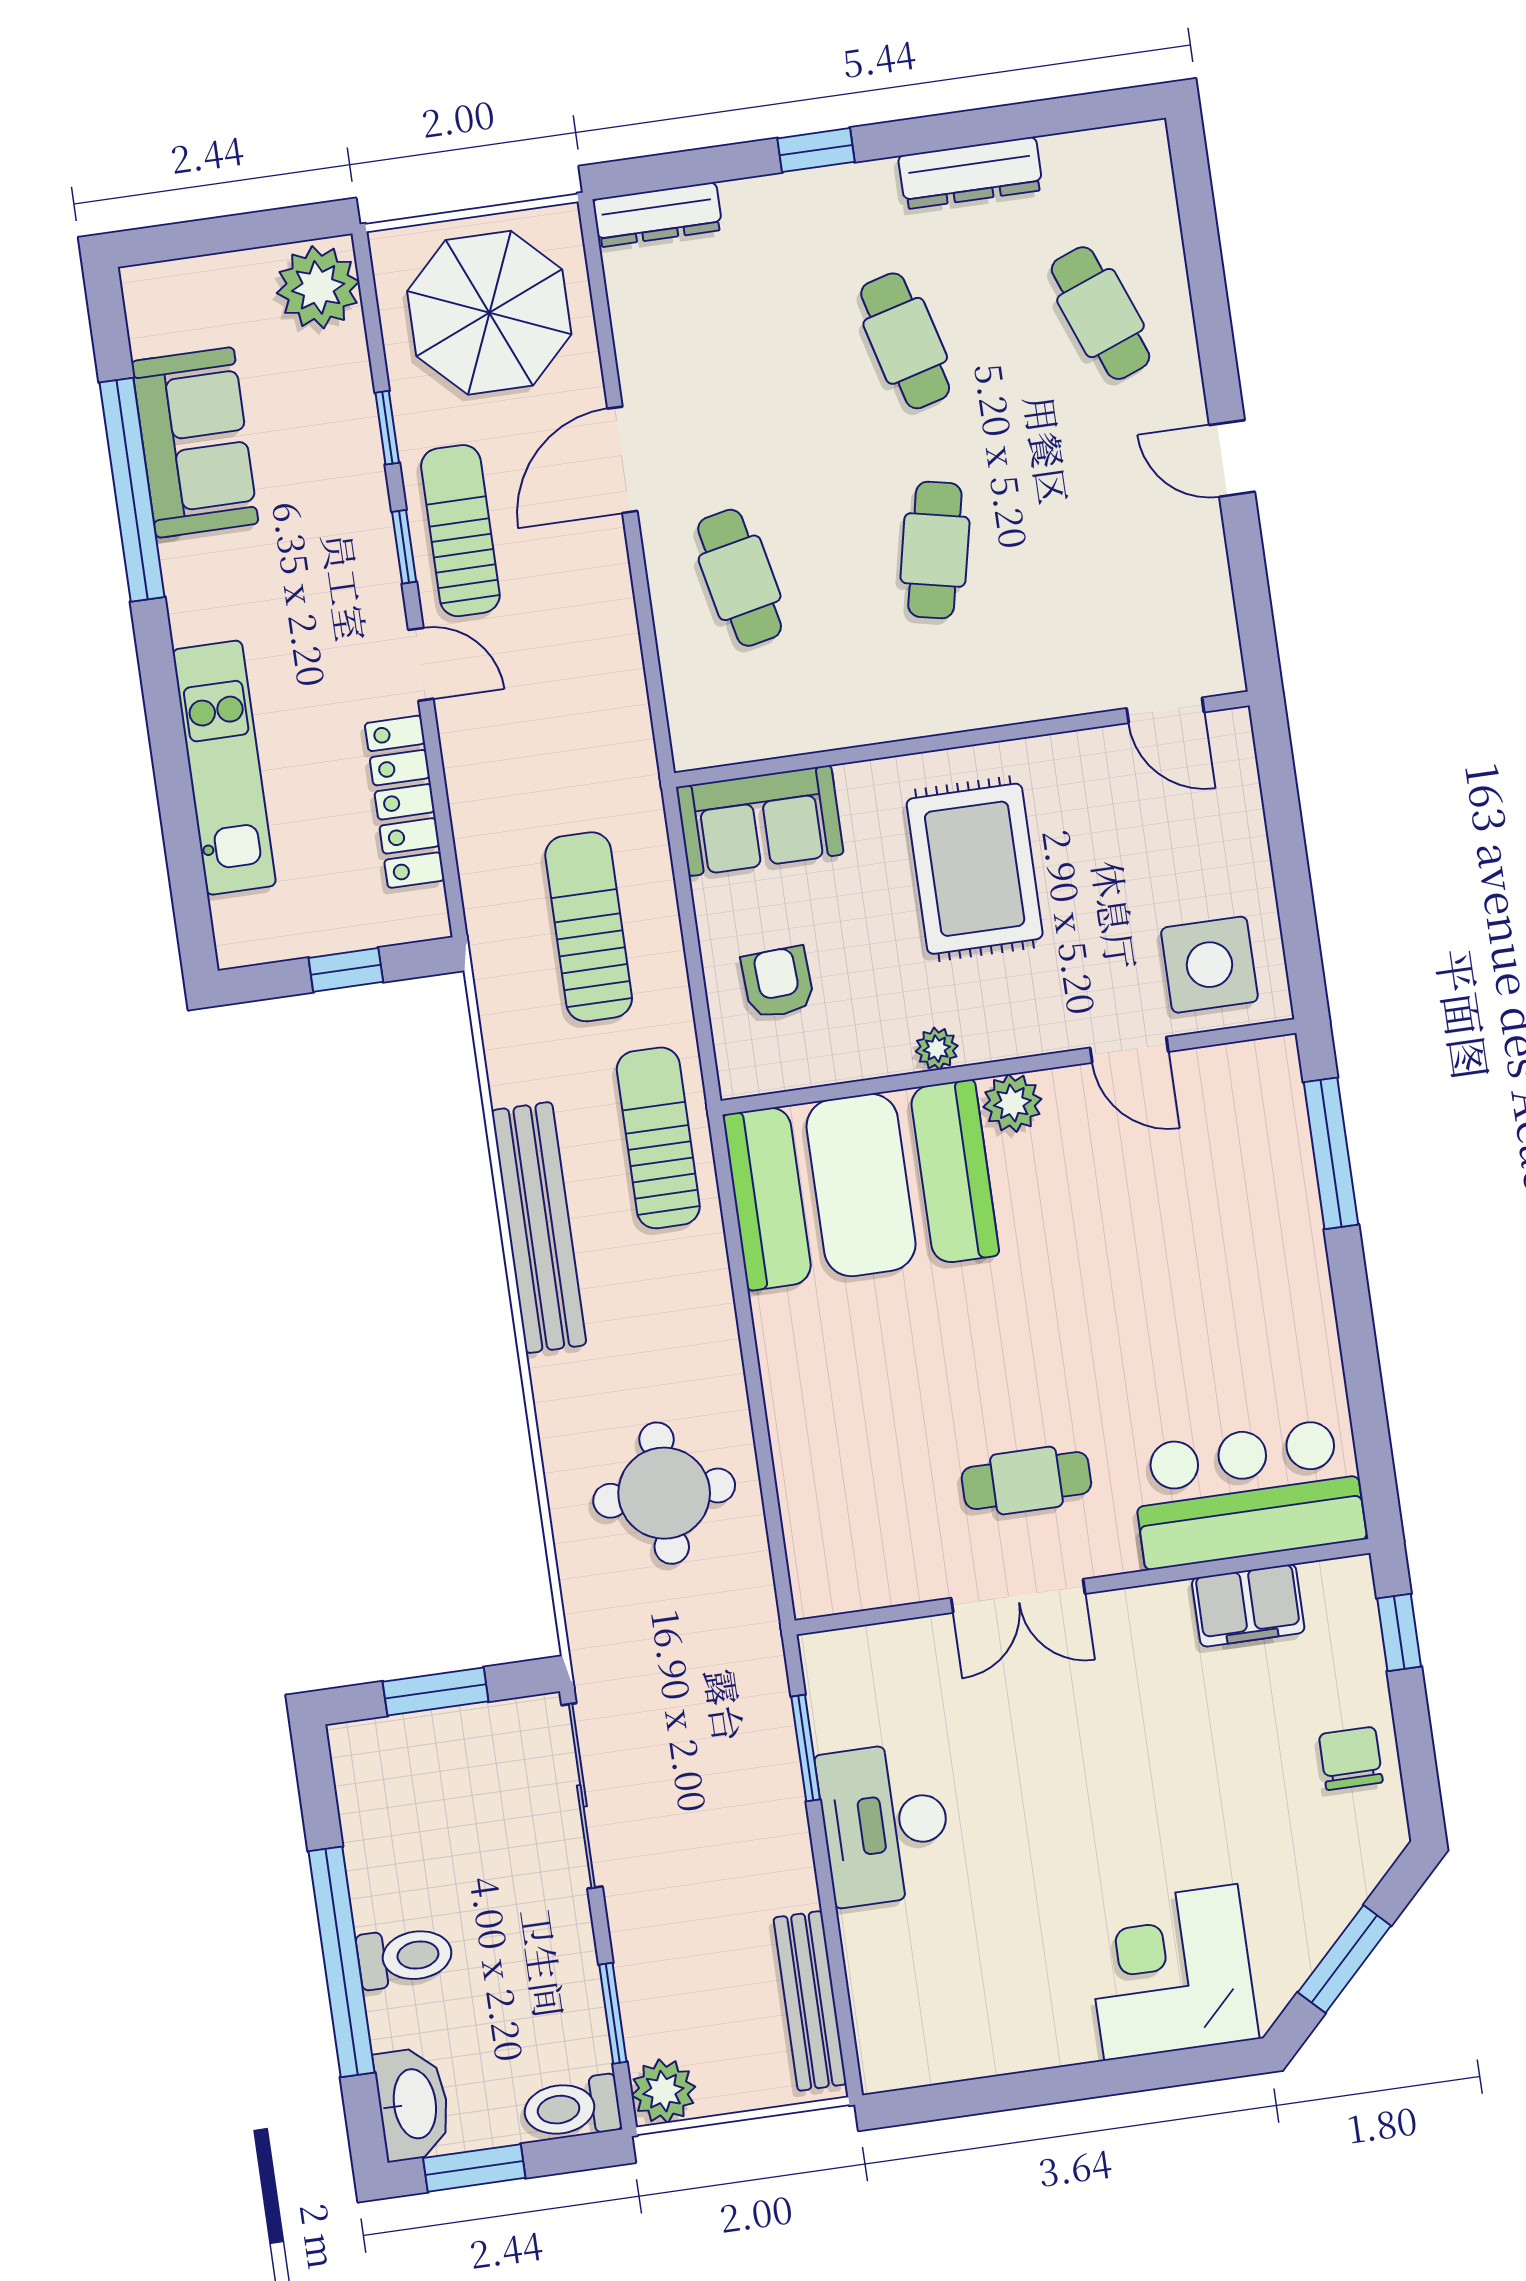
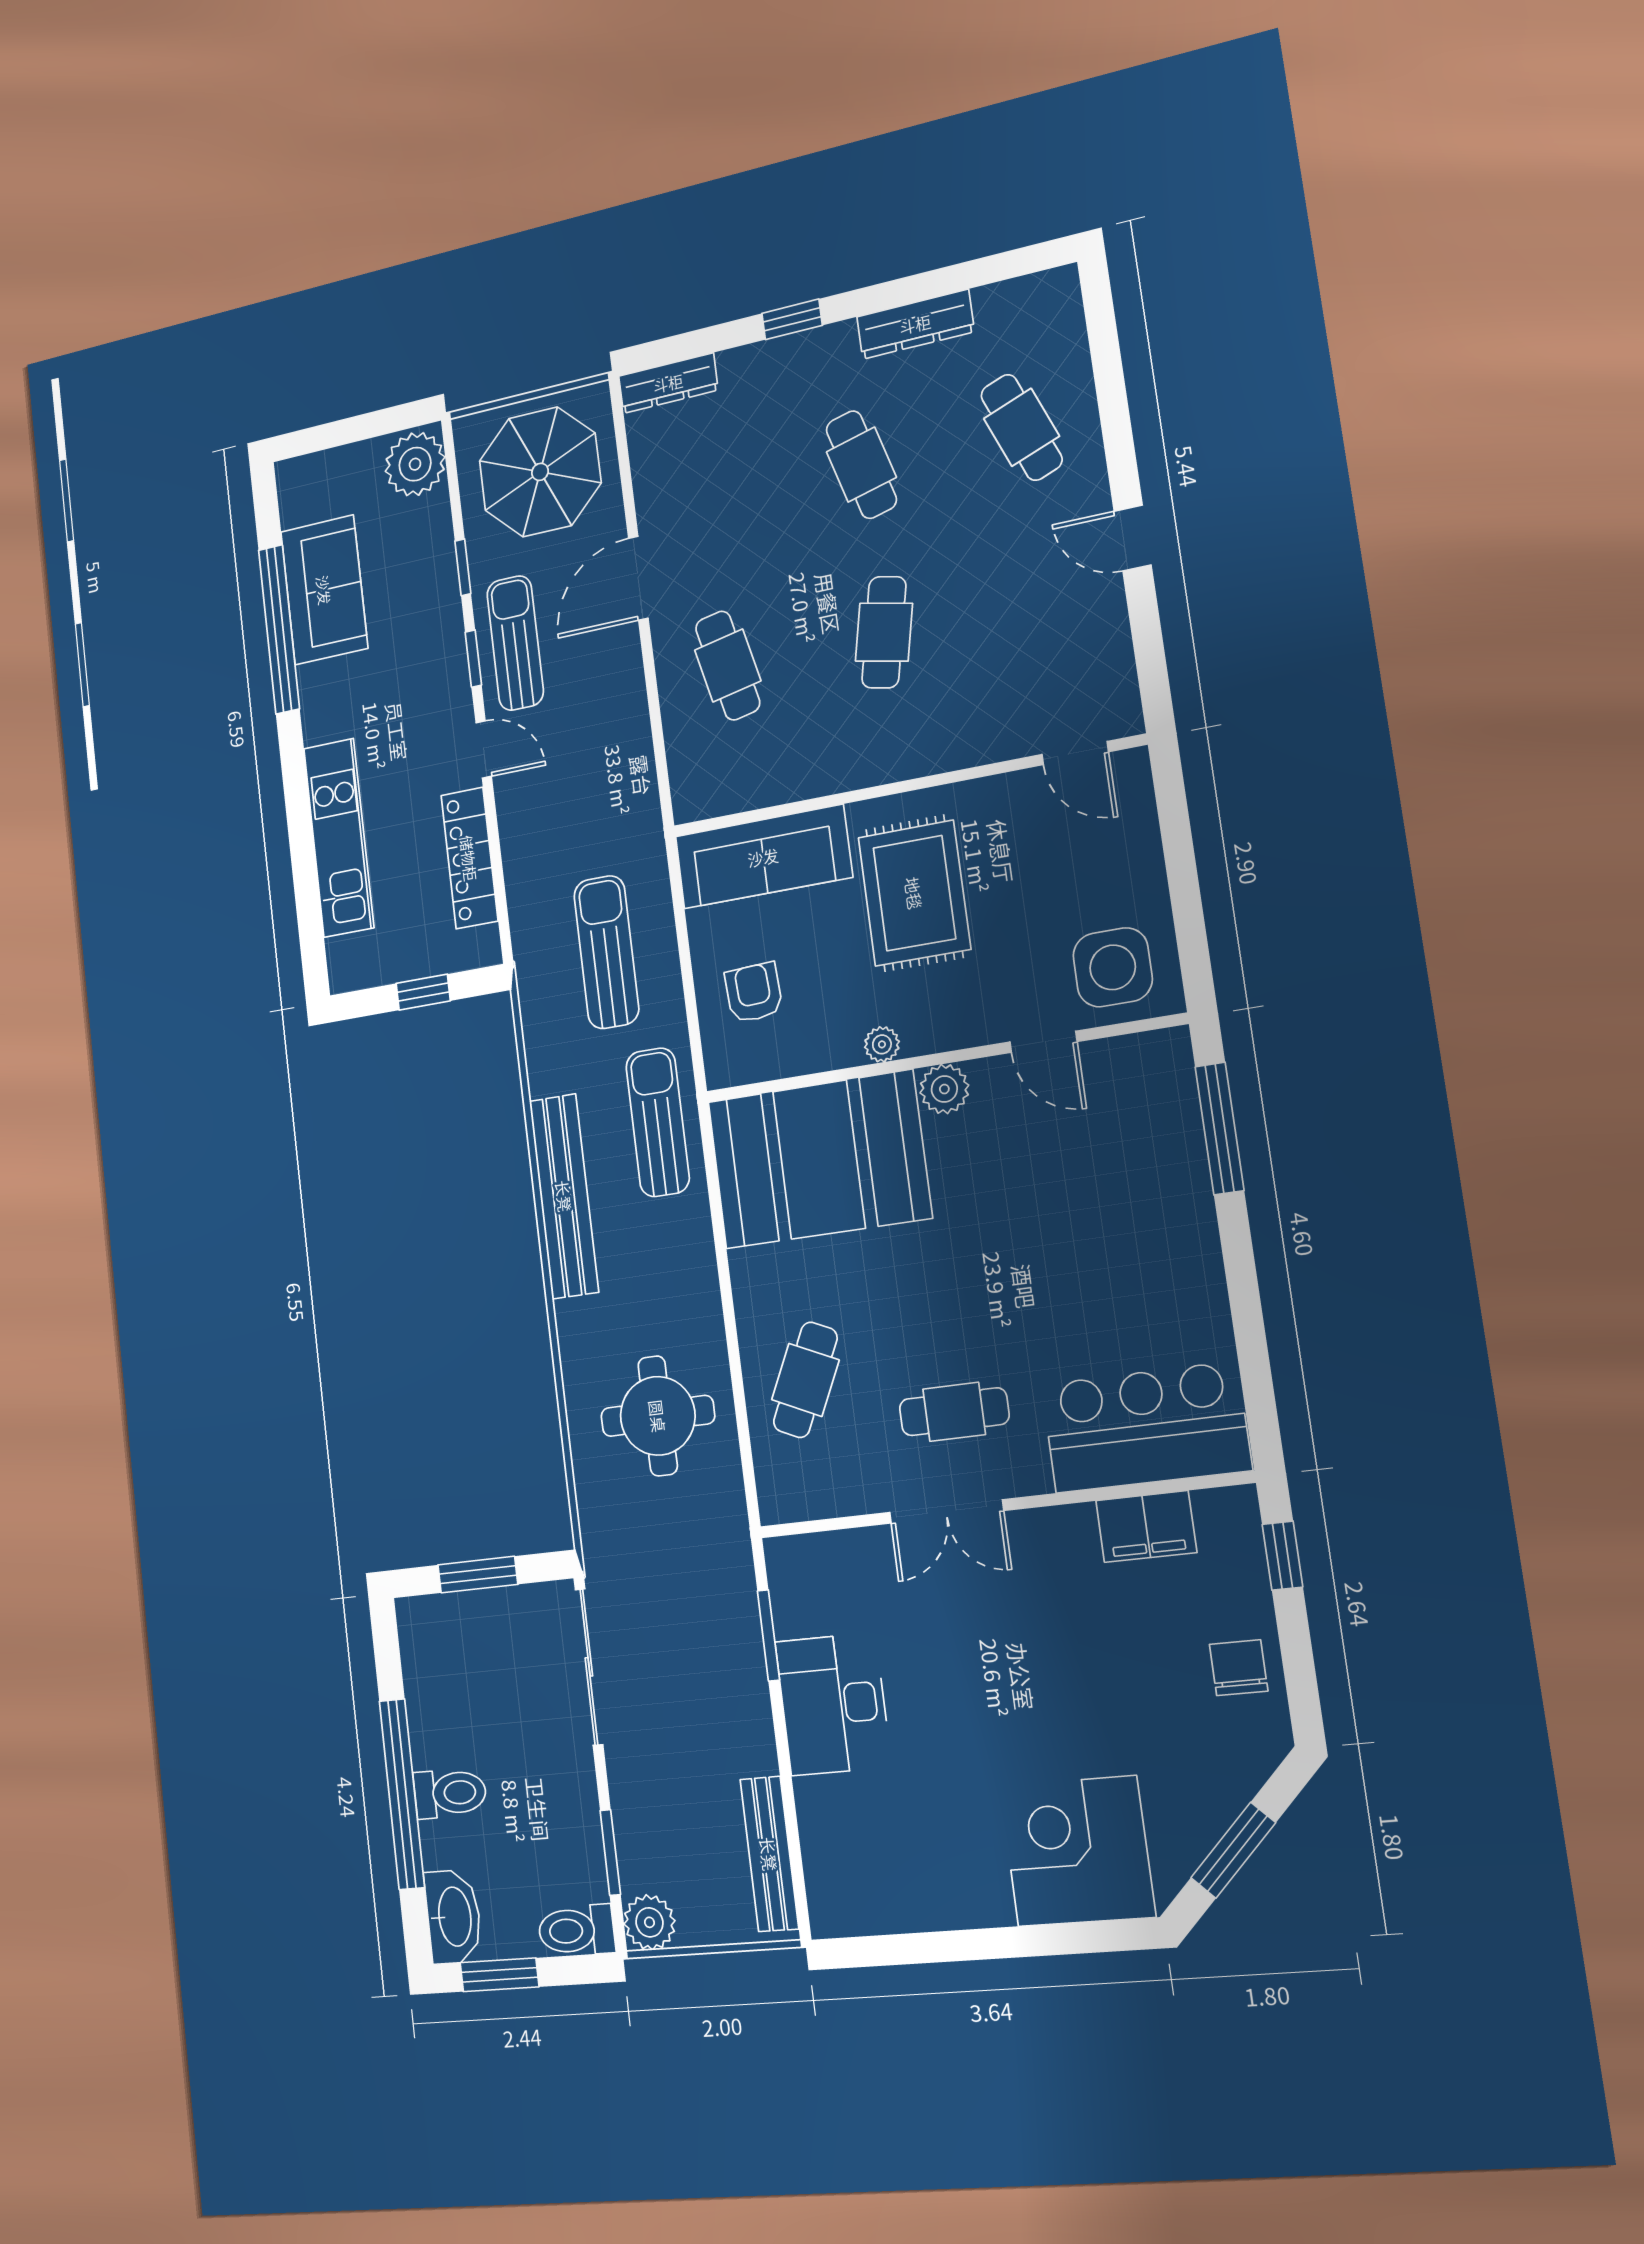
sofa: (760, 821) -> (763, 857), width x1.36
cafe table: (847, 1447) -> (805, 1380), added

